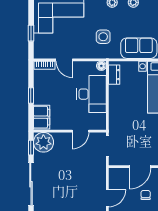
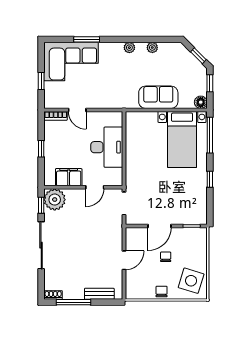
side table: (103, 37) -> (119, 85), removed
floor lamp: (101, 66) -> (118, 116), removed
dresser: (114, 75) -> (131, 126), removed
filing cabinet: (42, 117) -> (69, 177), moved, turned -90

